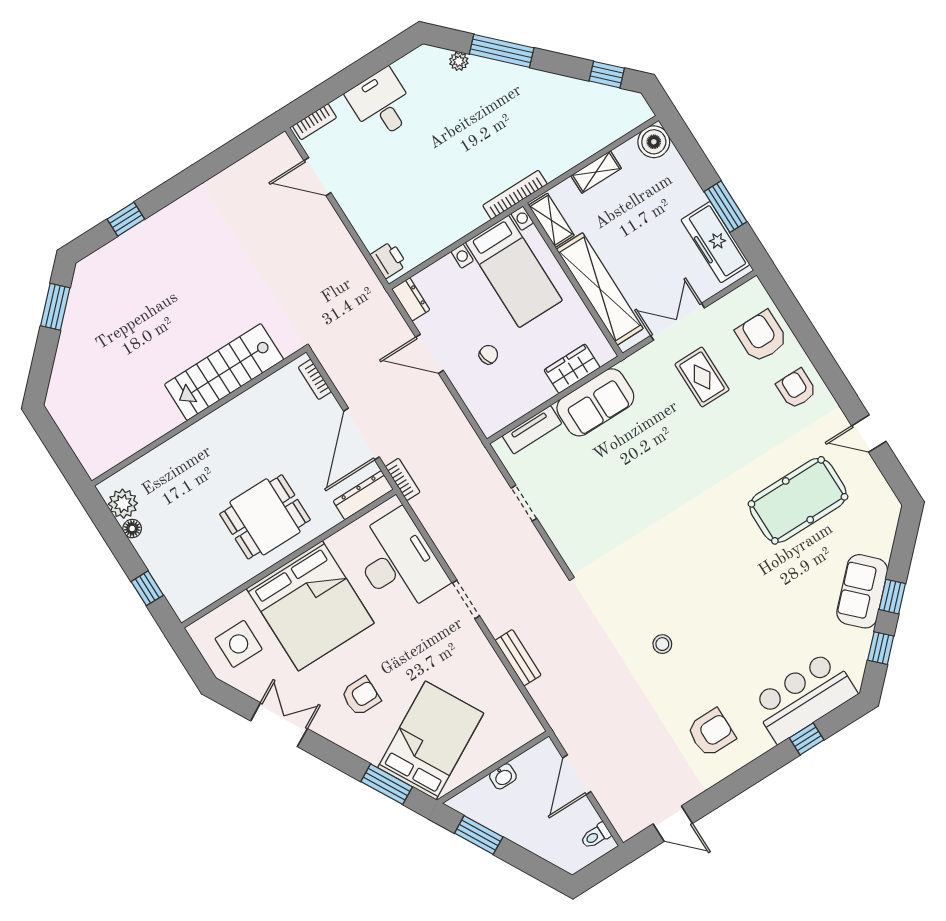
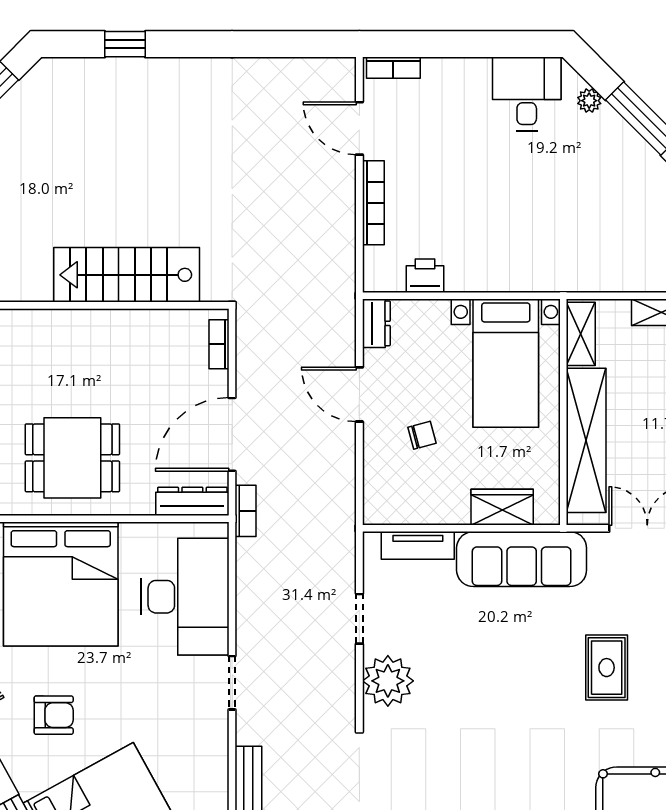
desk: (381, 104) -> (527, 94), moved
bookcase: (515, 195) -> (373, 203), moved, turned 90
printer: (389, 260) -> (425, 276), moved, turned -90
rug: (702, 377) -> (607, 668), moved
sofa: (595, 402) -> (522, 559), width x1.36
plant: (569, 533) -> (388, 681), added

